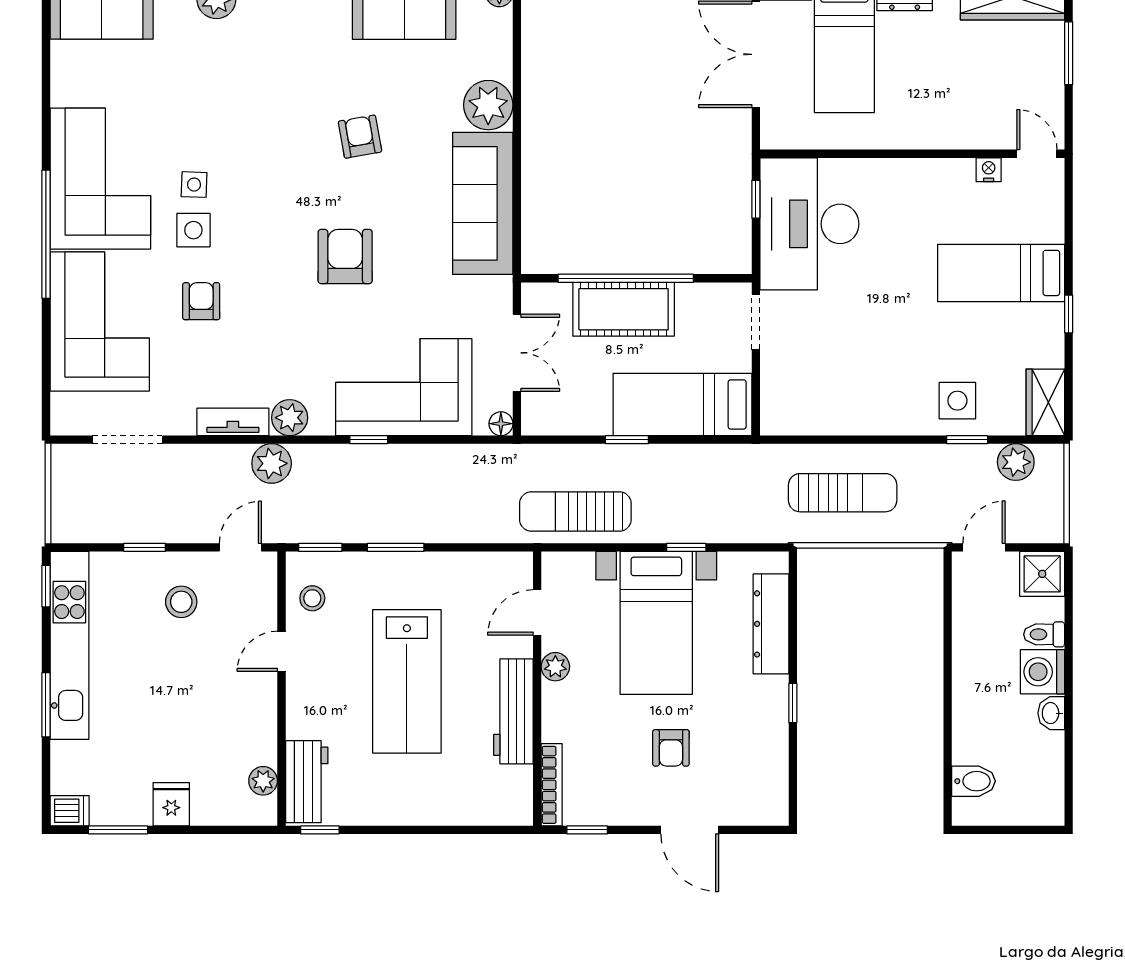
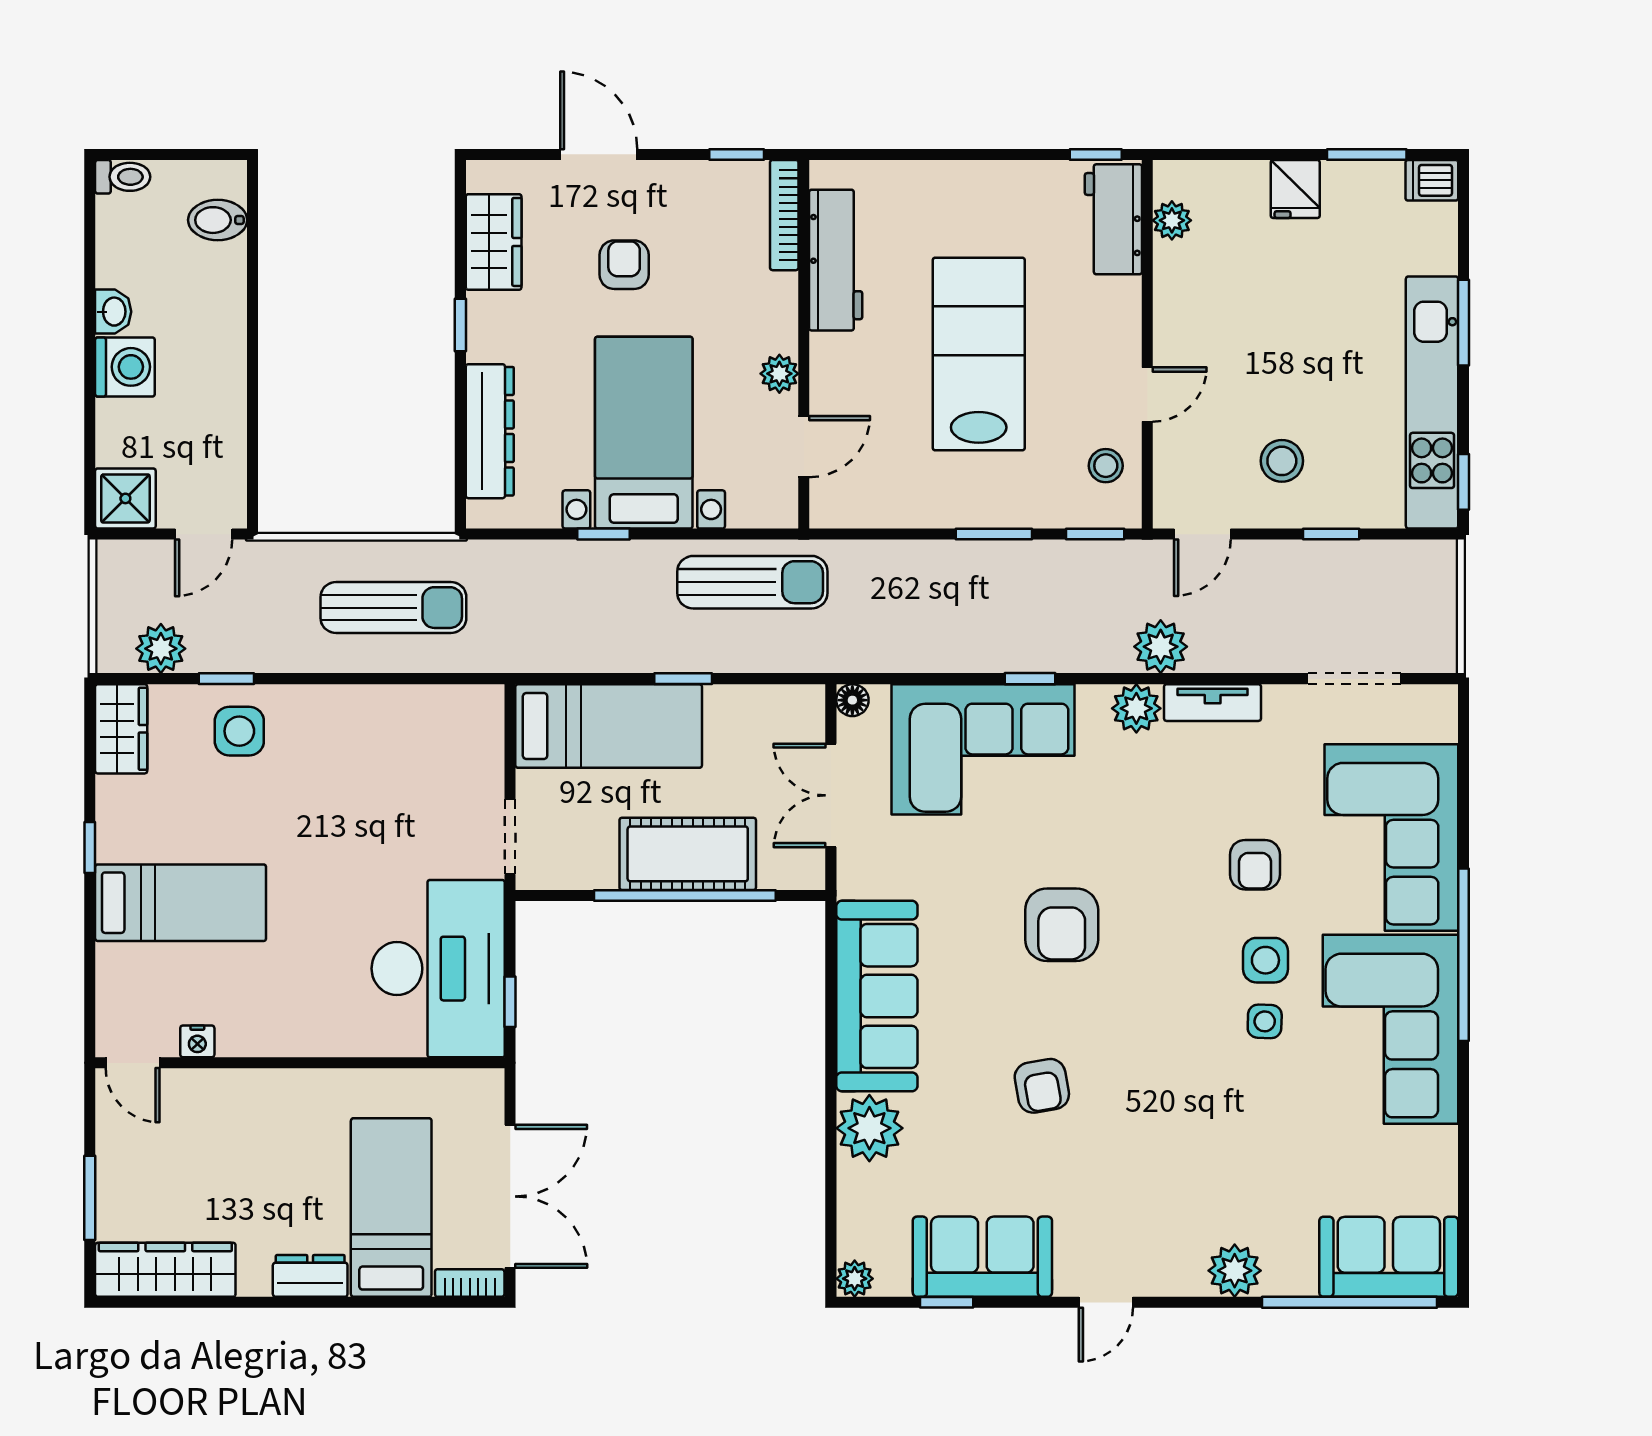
sun lounger: (843, 493) -> (393, 608), turned 180
toilet: (1044, 634) -> (123, 177), moved
workbench: (513, 711) -> (836, 260), moved
wardrobe: (768, 765) -> (494, 242), added

